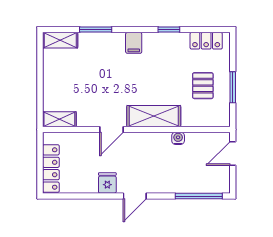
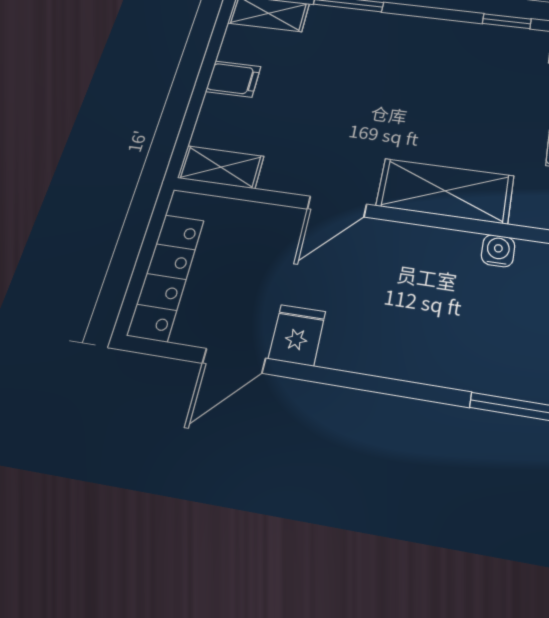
filing cabinet: (134, 43) -> (233, 79), moved, turned -90
door: (135, 196) -> (234, 361), moved

